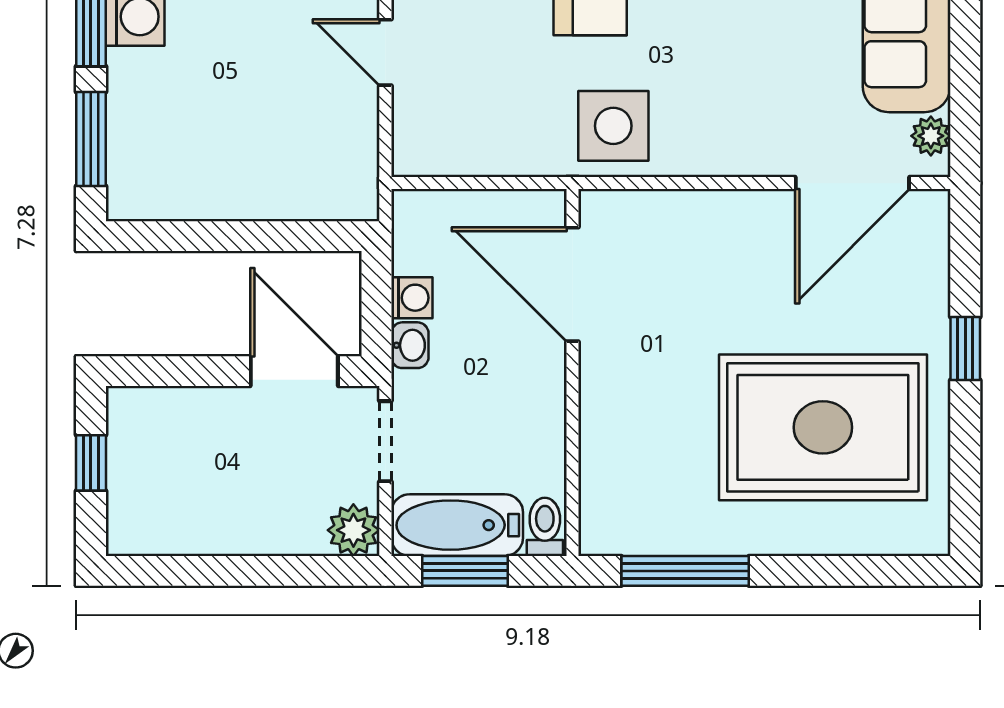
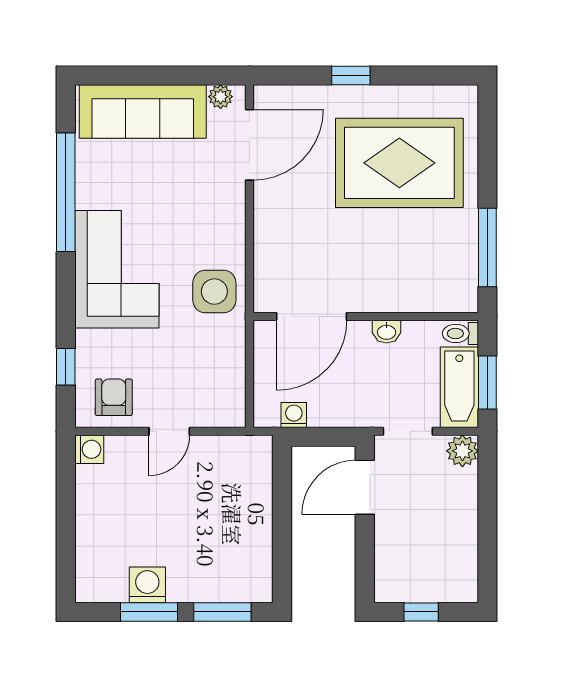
door: (852, 183) -> (249, 145), hinge flipped
washing machine: (412, 298) -> (294, 415), moved
washbasin: (410, 345) -> (387, 332), moved, turned 180
rug: (823, 427) -> (399, 163), turned 90

